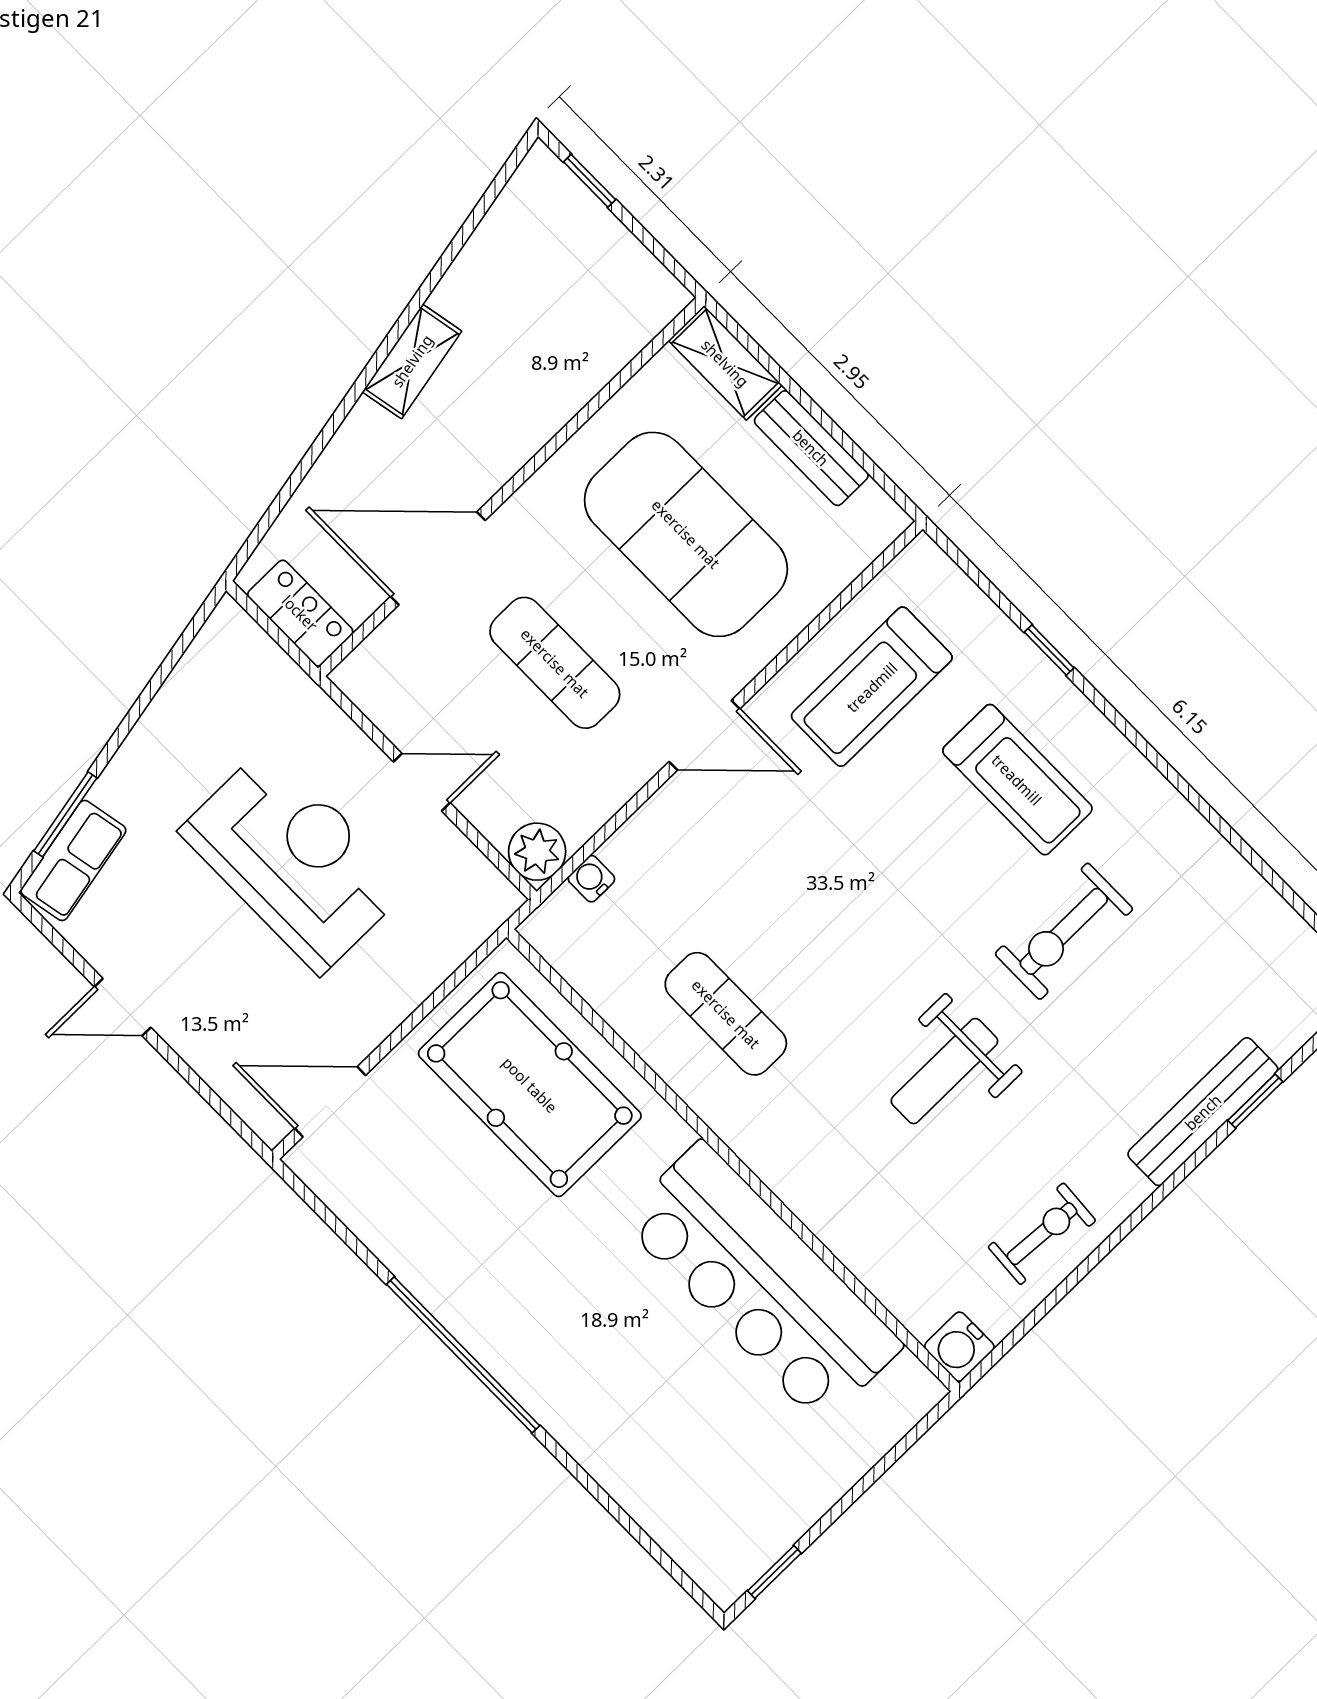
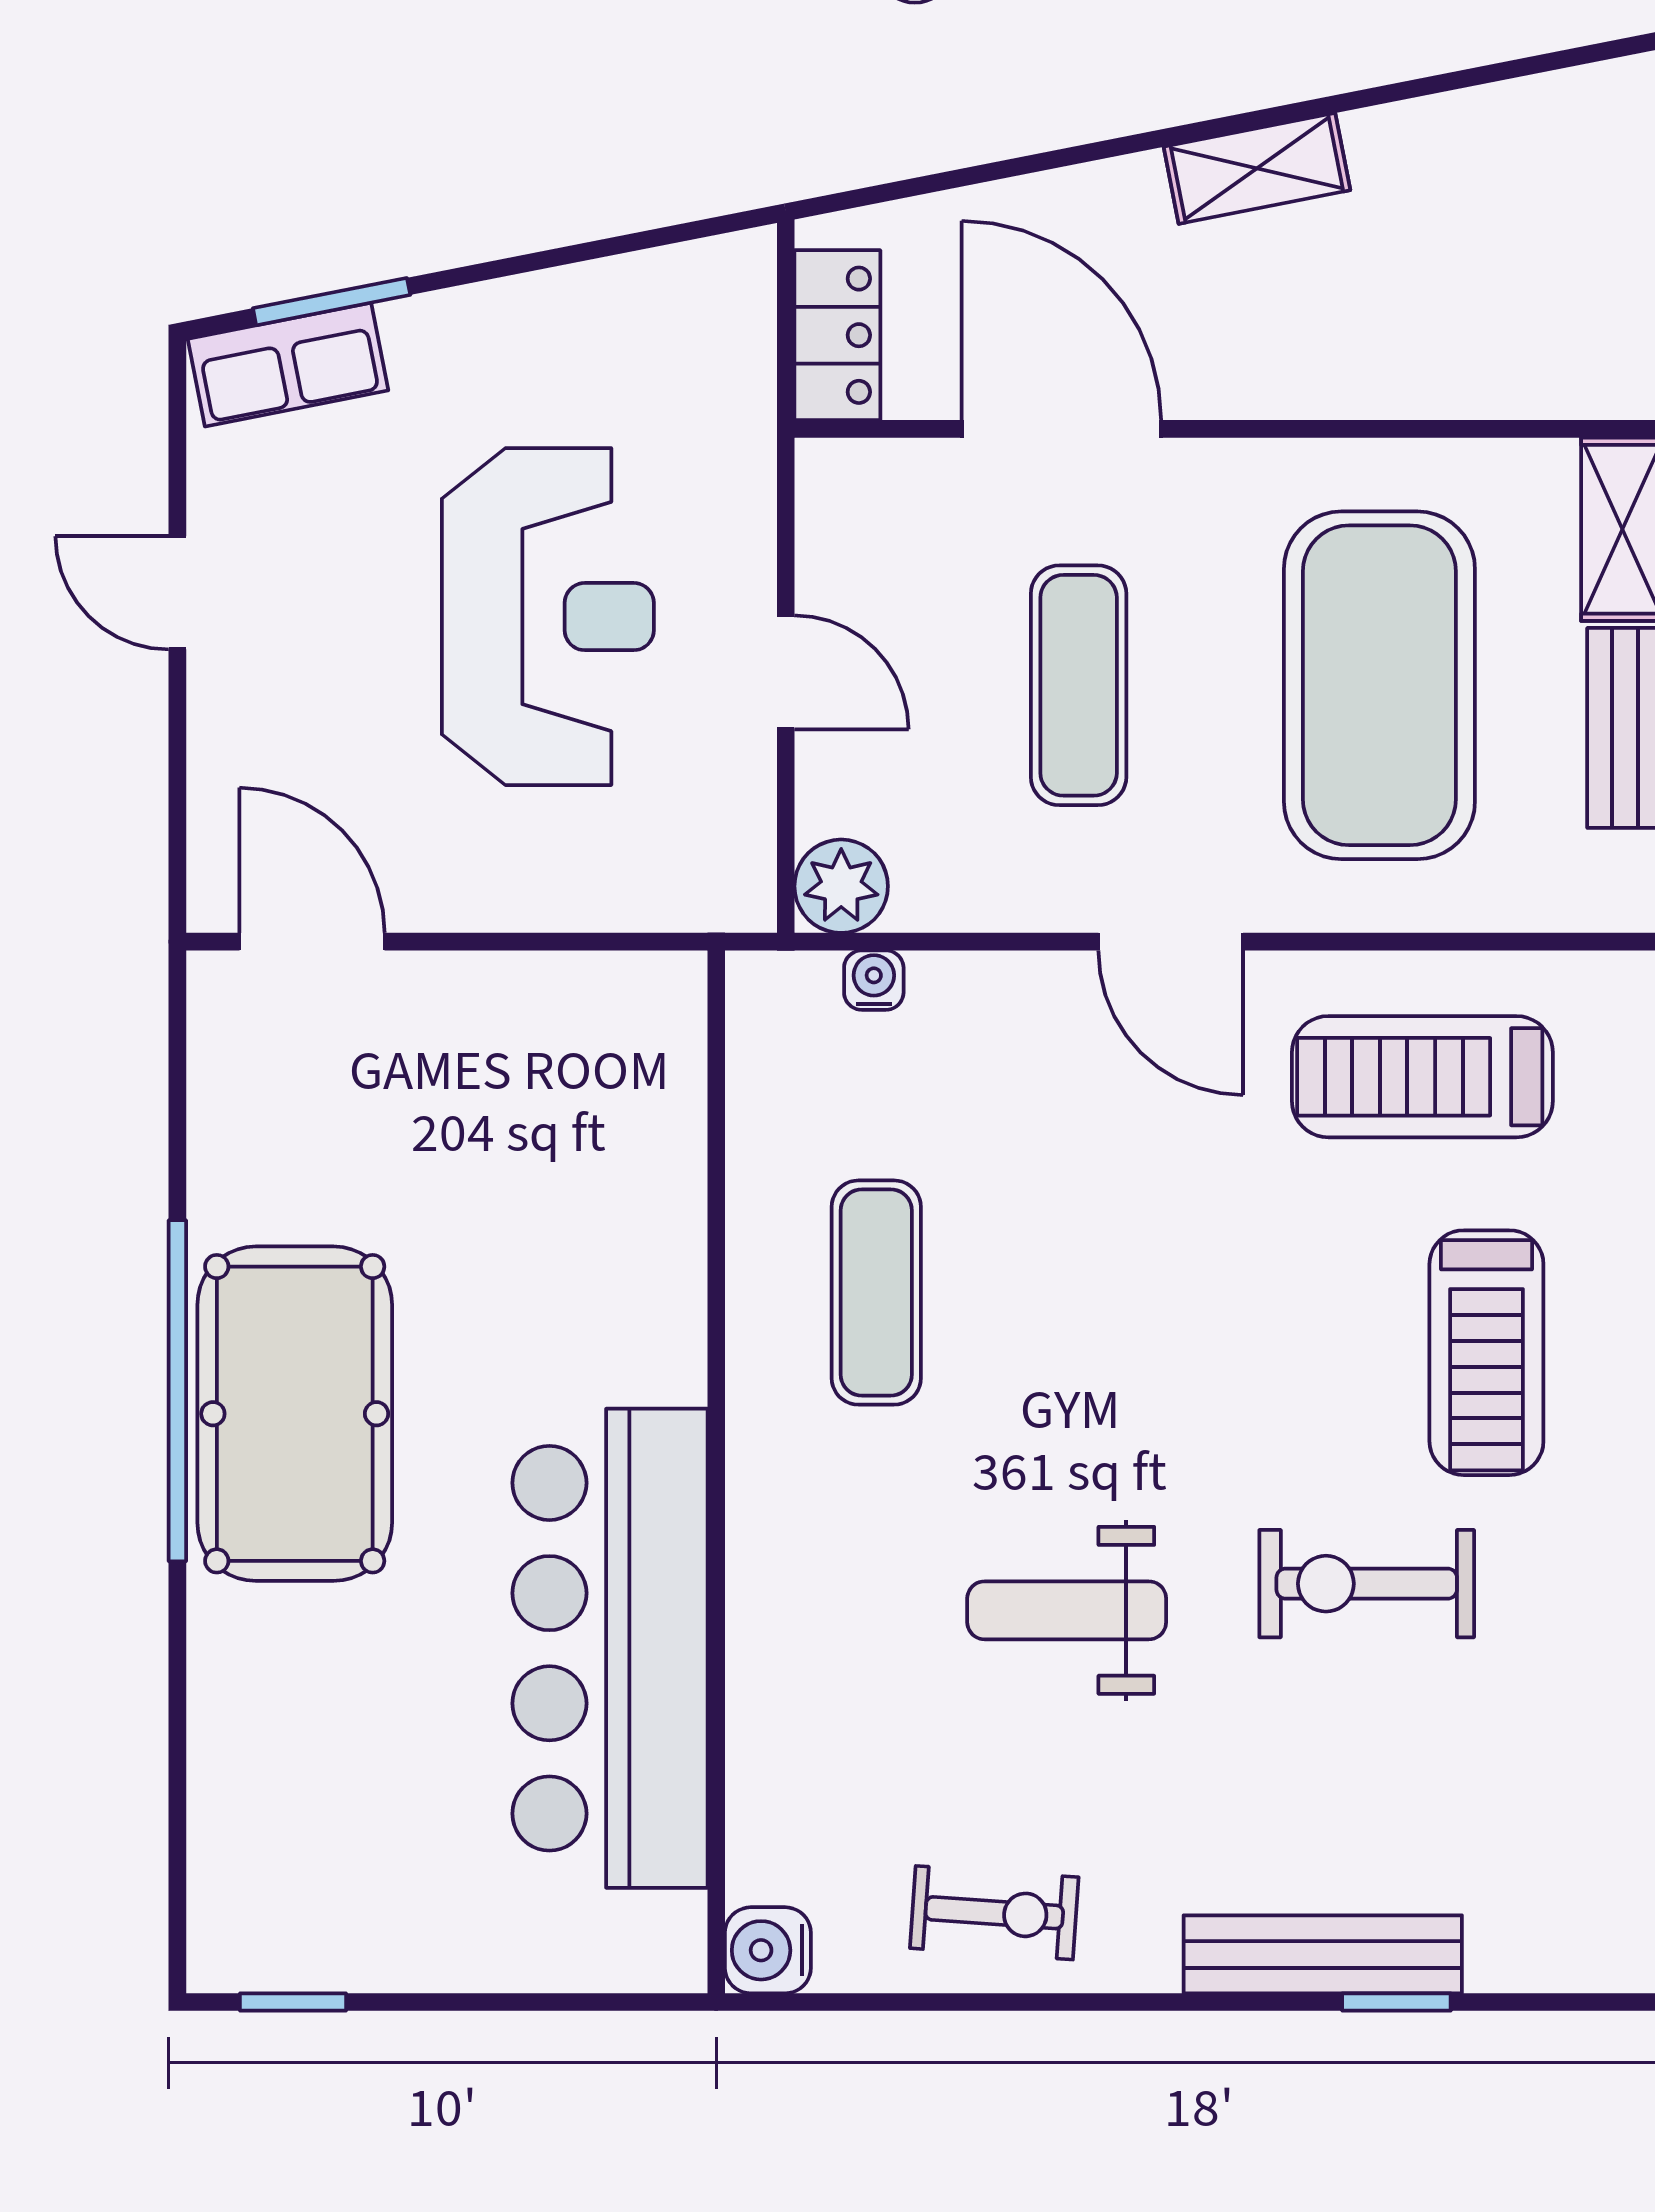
pool table: (530, 1085) -> (295, 1414), moved

